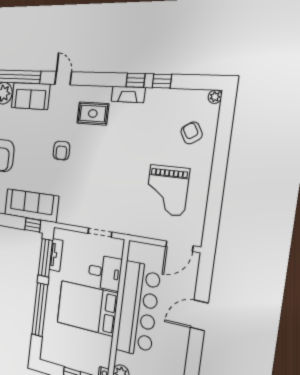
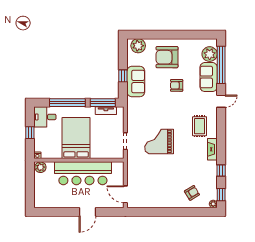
window: (135, 80) -> (221, 195), moved
armchair: (61, 151) -> (177, 85), moved
grand piano: (167, 190) -> (159, 141), moved
sofa: (31, 205) -> (136, 82), width x0.73
window: (33, 225) -> (123, 76), moved
desk: (105, 272) -> (45, 117), moved, turned 90
door: (199, 315) -> (88, 212), swing flipped

